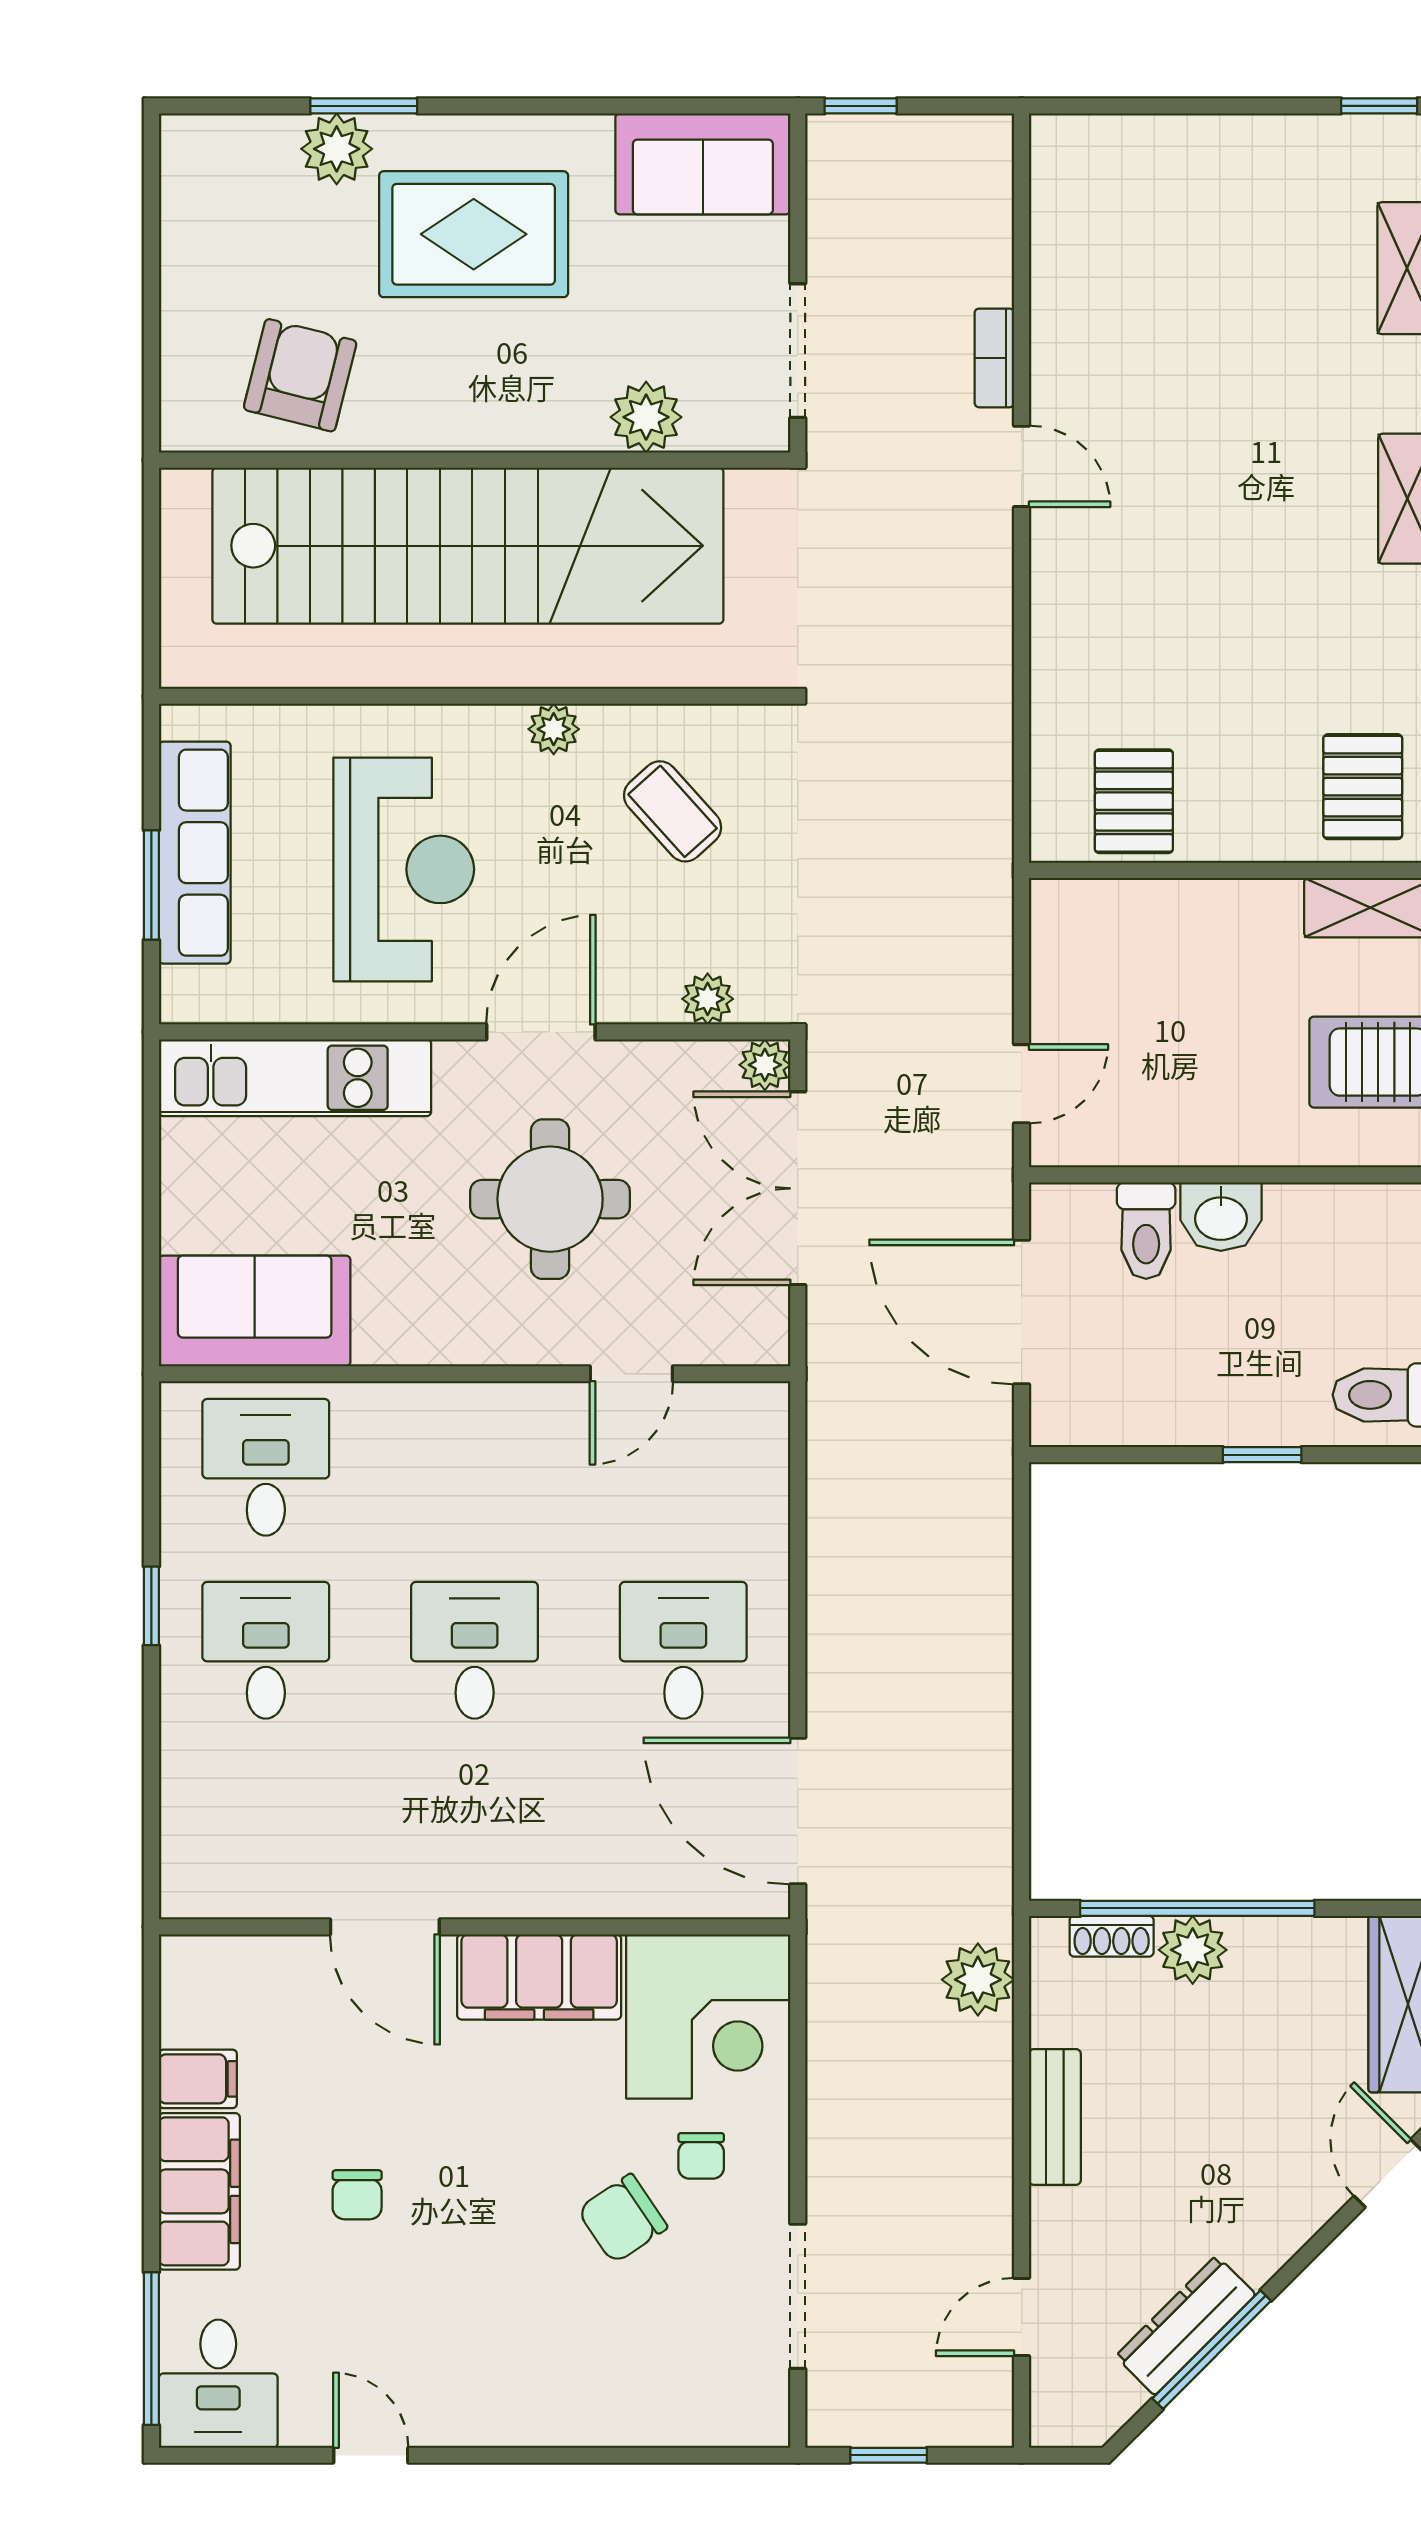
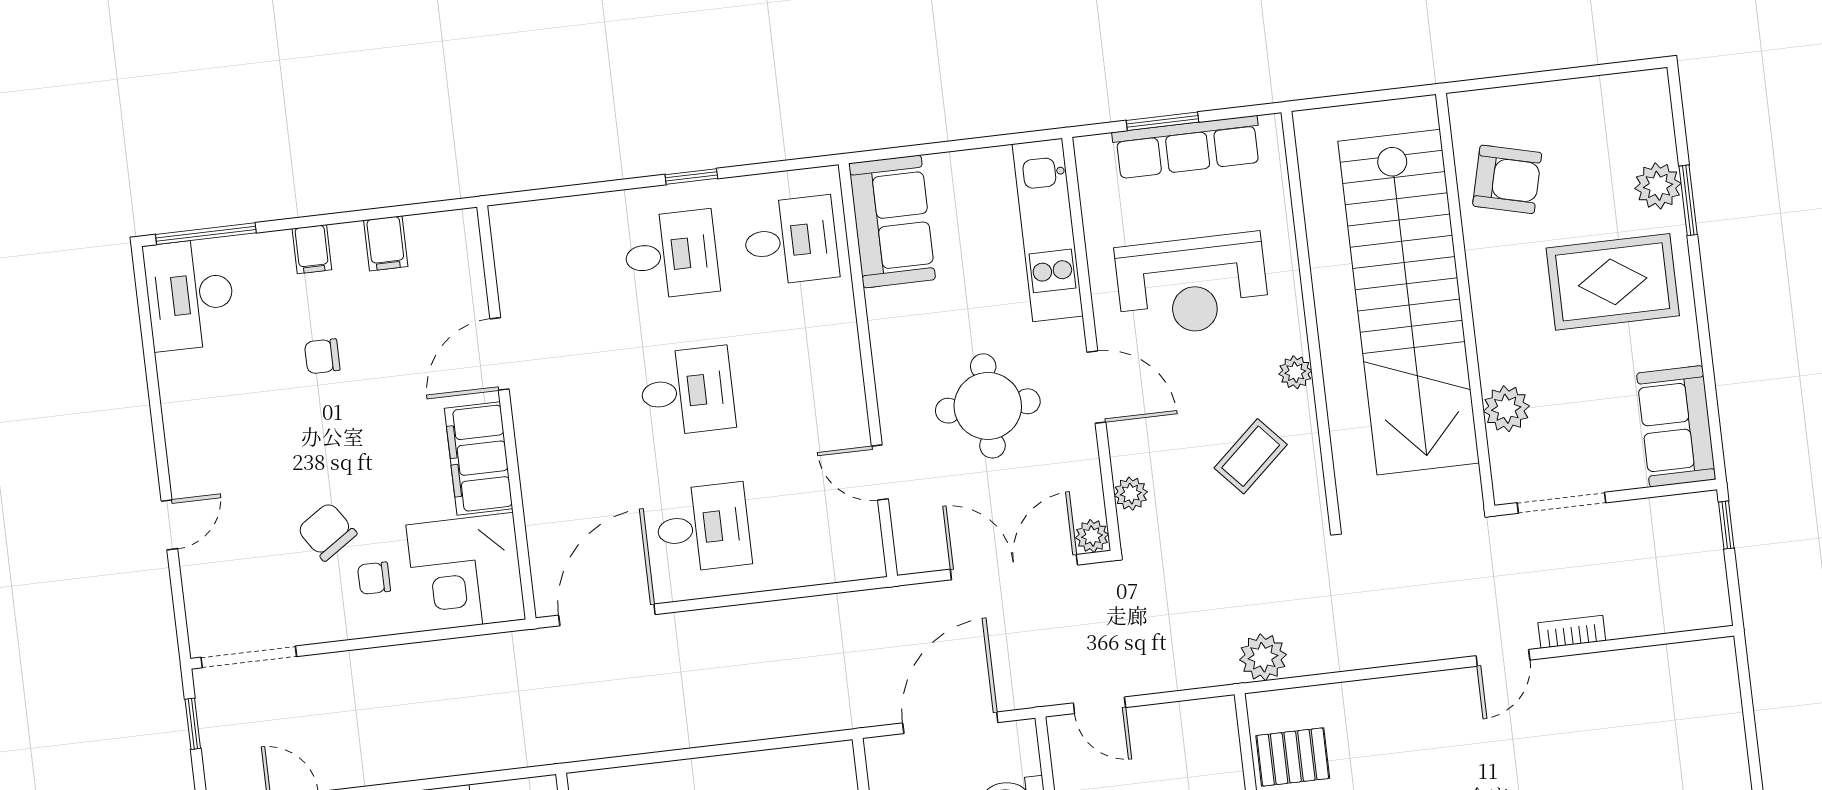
rug: (474, 234) -> (1613, 282), turned 90
plant: (978, 1980) -> (1263, 657), moved
filing cabinet: (199, 2191) -> (312, 249), width x0.33, depth x0.86
doorway: (798, 2296) -> (249, 657), moved
desk: (218, 2384) -> (190, 295), width x1.37
door: (371, 2455) -> (169, 525), moved

